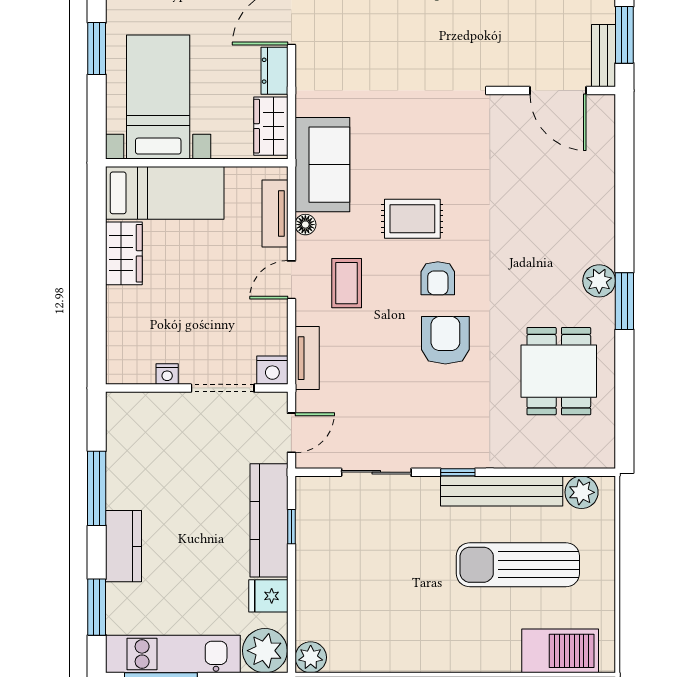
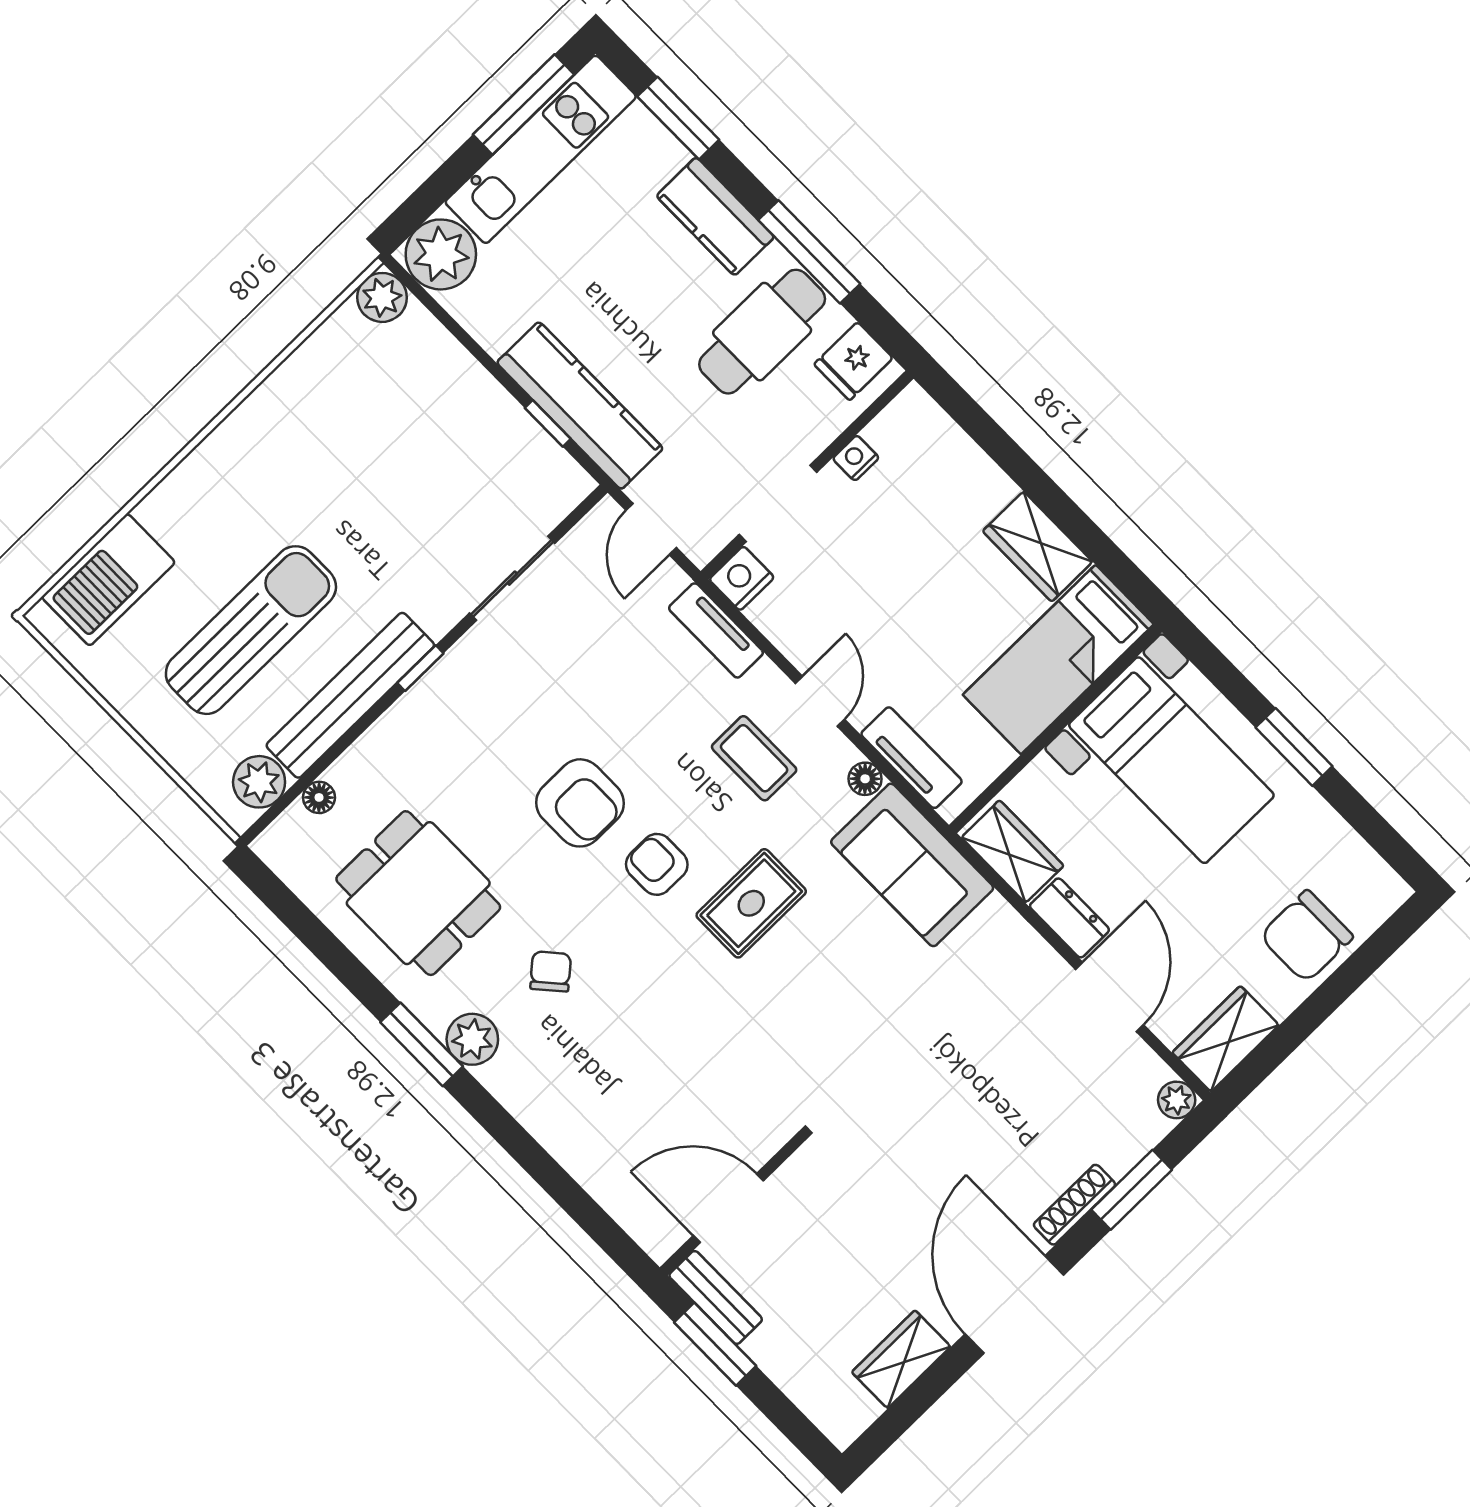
chair: (534, 277) -> (551, 971), added
floor lamp: (561, 459) -> (319, 797), added
cafe table: (153, 473) -> (762, 332), added
fridge: (268, 596) -> (853, 361), moved, turned 180

